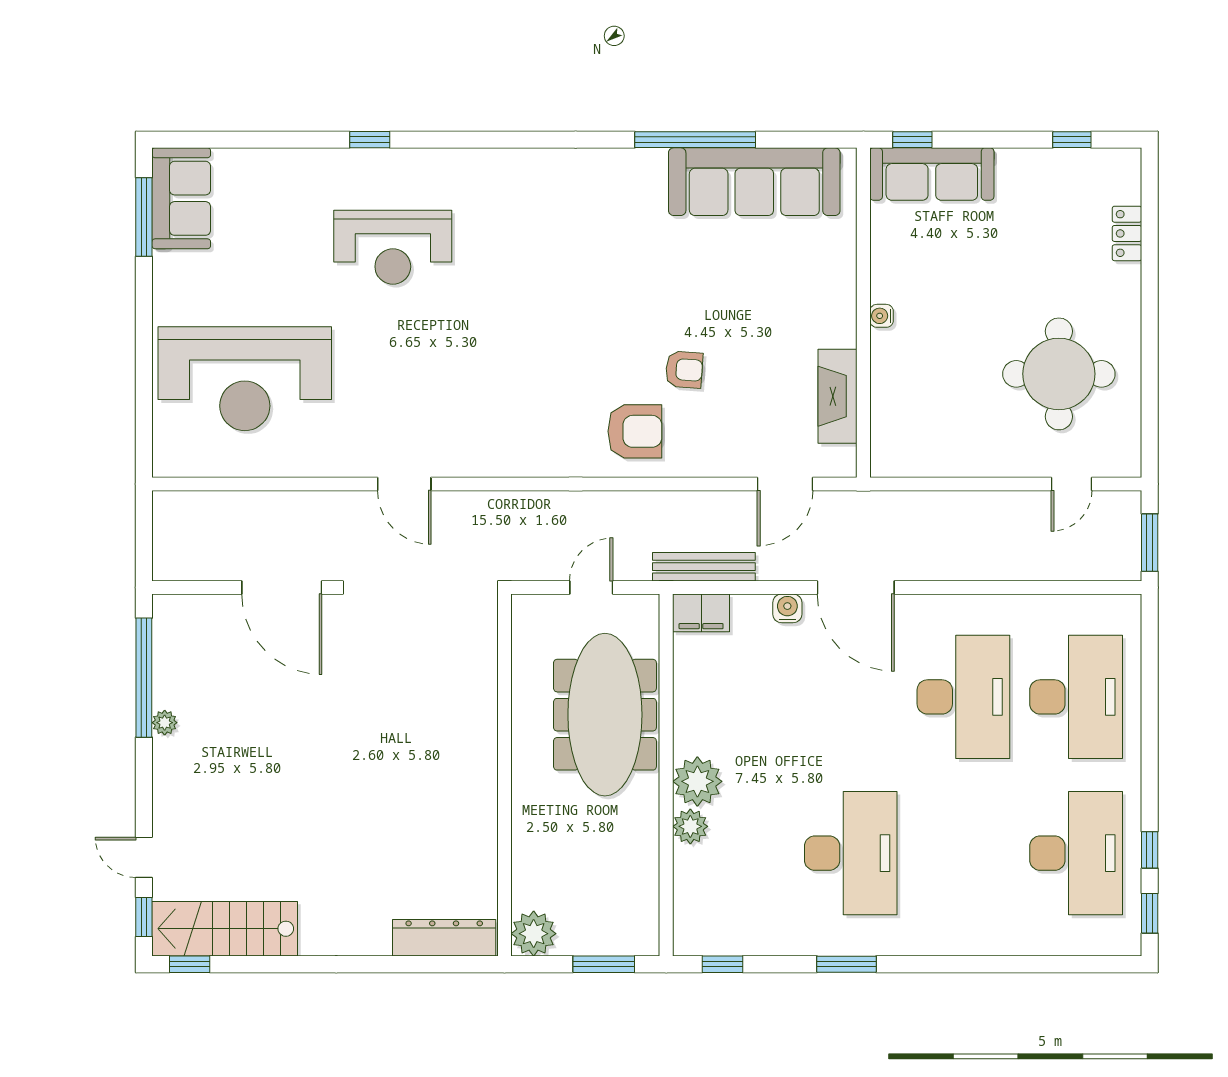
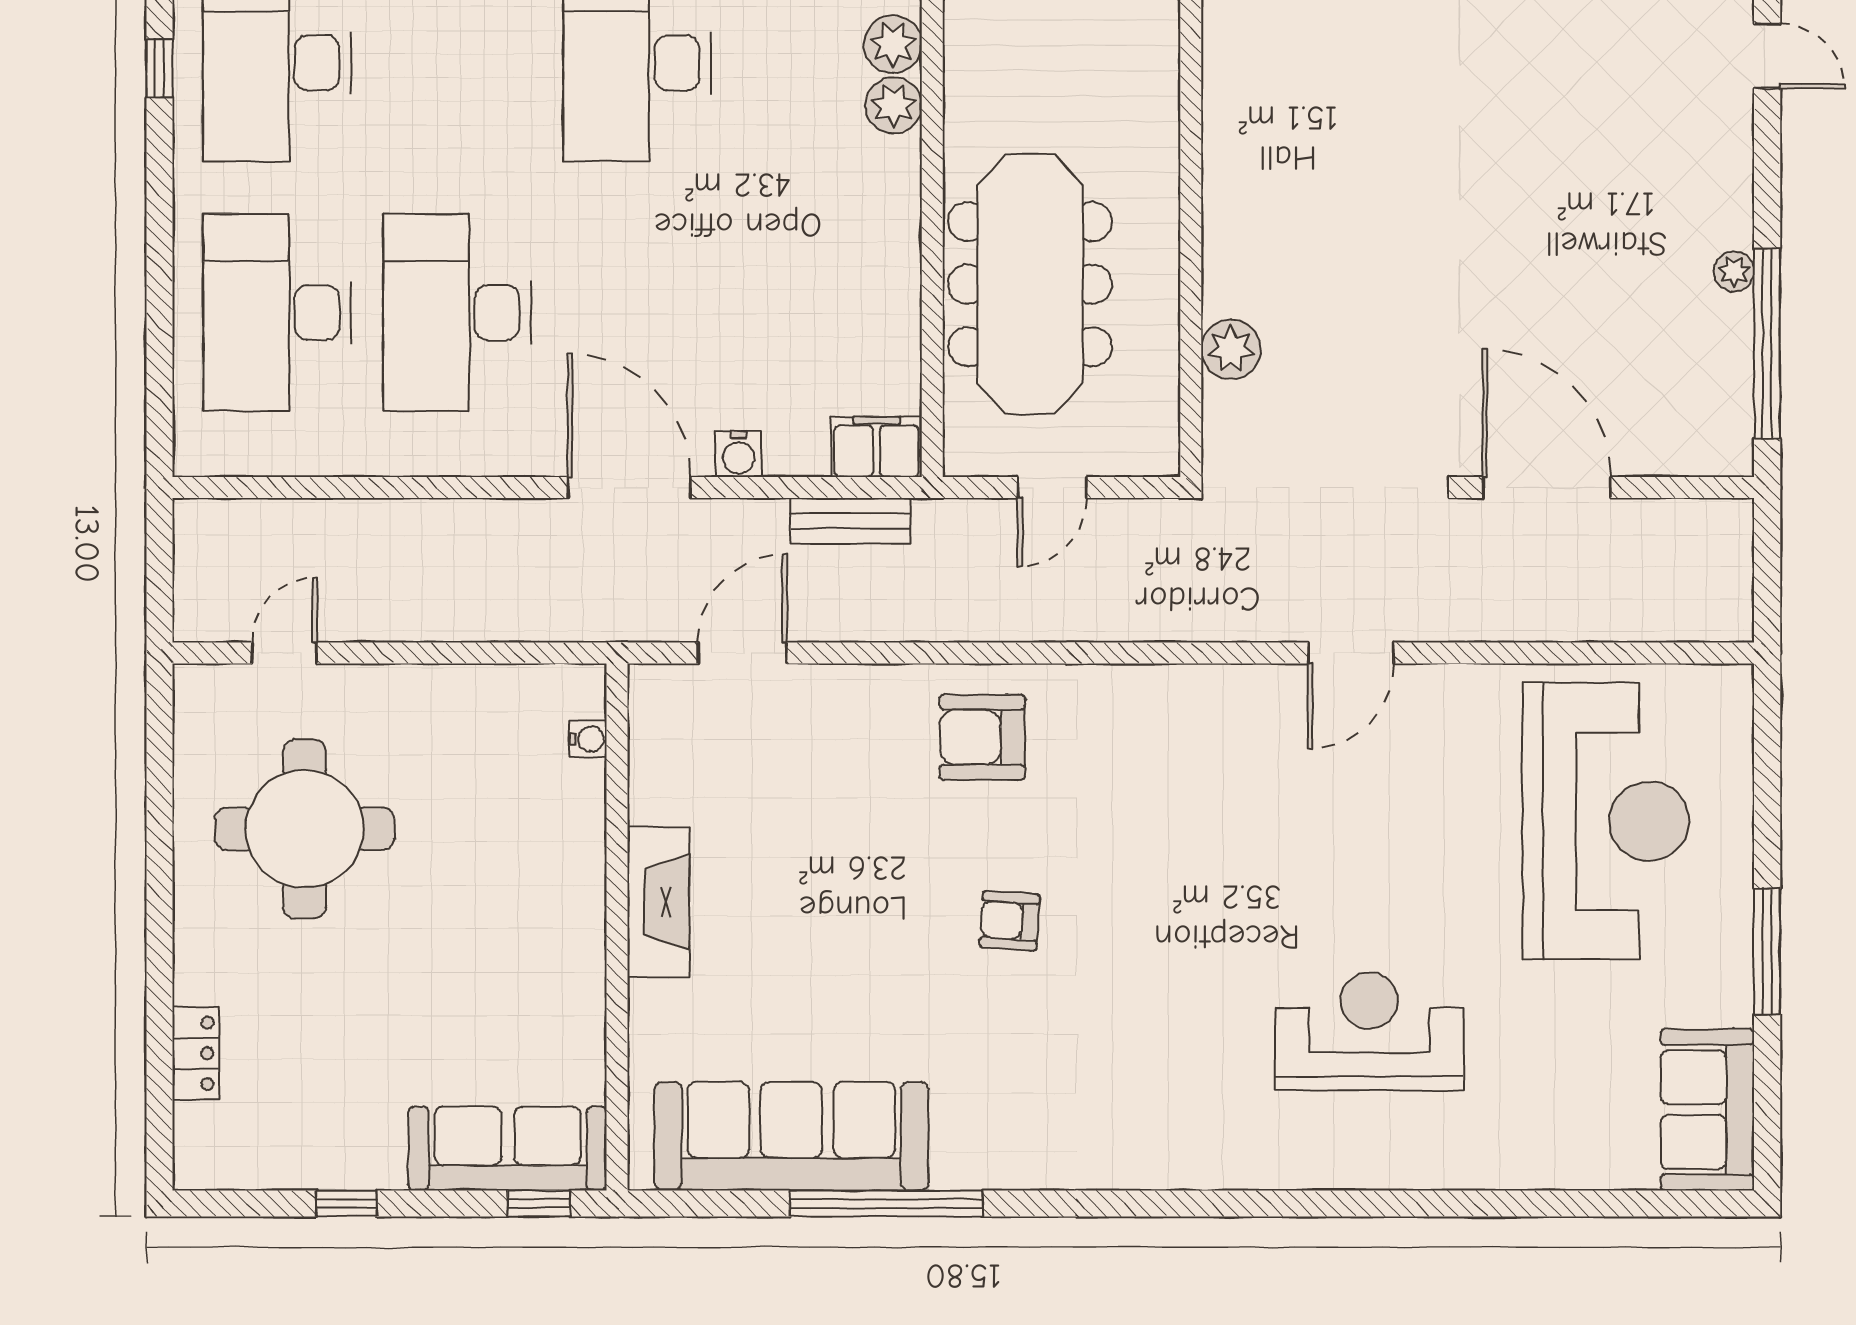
window: (370, 140) -> (1406, 1203), removed
window: (1072, 140) -> (347, 1203), moved
window: (144, 217) -> (1767, 952), moved
water cooler: (882, 316) -> (588, 739), moved
armchair: (684, 370) -> (1010, 921), moved
reception desk: (245, 379) -> (1606, 821), turned 90
fireplace: (838, 396) -> (658, 902), moved
door: (404, 484) -> (1351, 653), swing flipped
window: (1150, 543) -> (159, 559), removed
bench: (704, 567) -> (850, 521), width x0.73
plant: (479, 674) -> (1231, 349), added
plant: (697, 781) -> (893, 44), moved, width x0.73, depth x0.73

